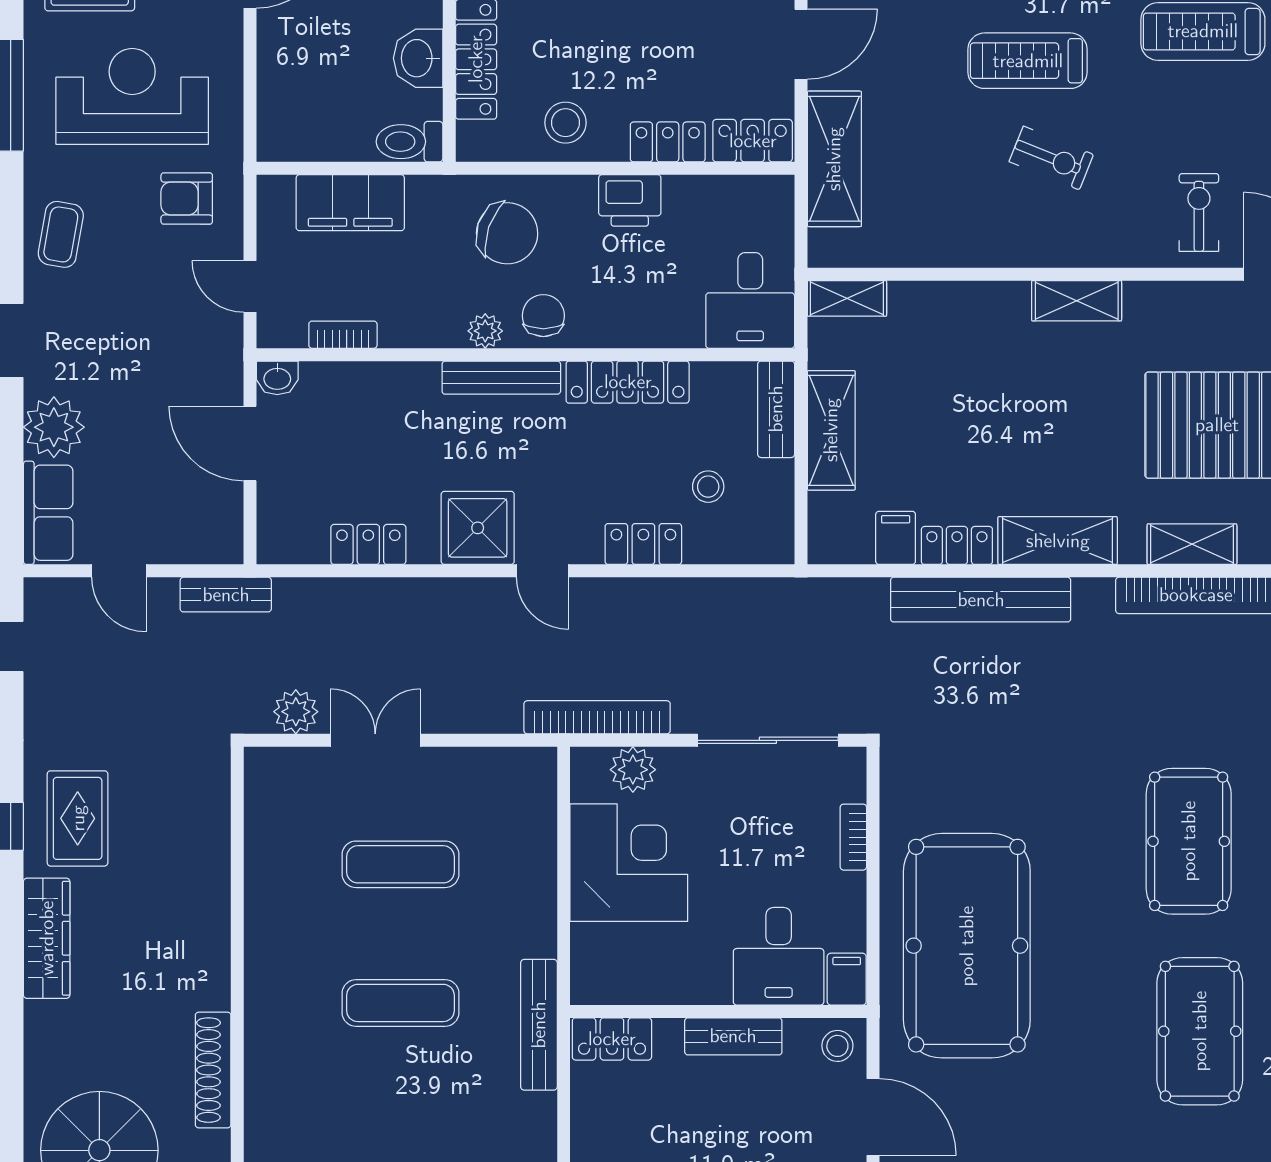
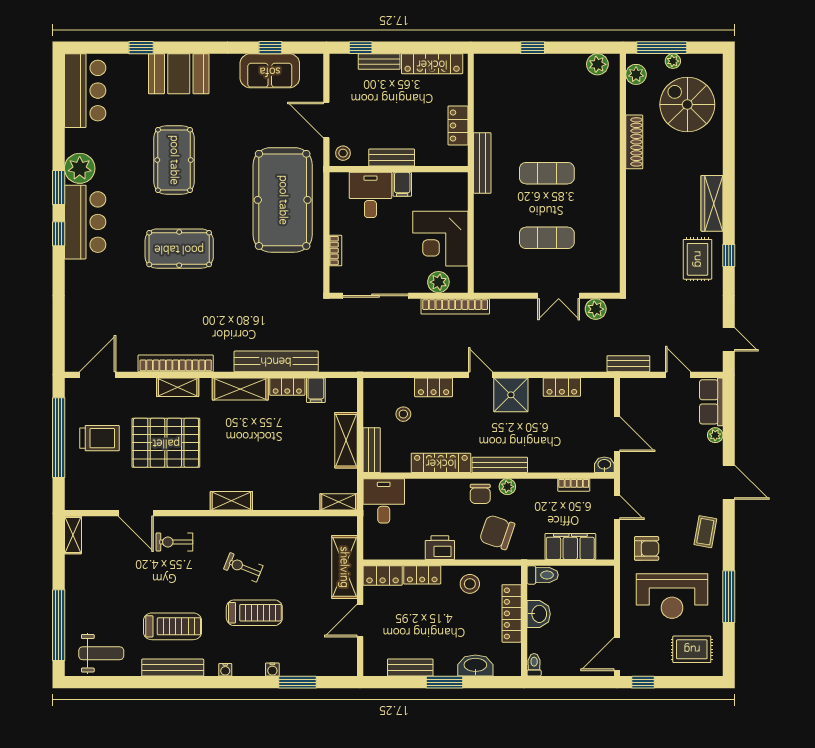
exercise bike: (1199, 212) -> (174, 542), turned 90
plant: (54, 427) -> (715, 435), width x0.53, depth x0.53
pool table: (1189, 841) -> (179, 249), turned 90
filing cabinet: (847, 979) -> (402, 184), moved
locker: (612, 1039) -> (458, 126), moved, turned -90

